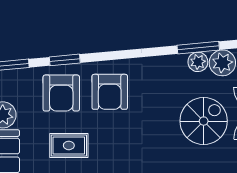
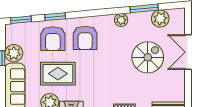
plant: (198, 62) -> (121, 20), moved
rug: (69, 145) -> (58, 74), width x1.36, depth x1.43

